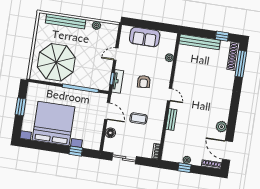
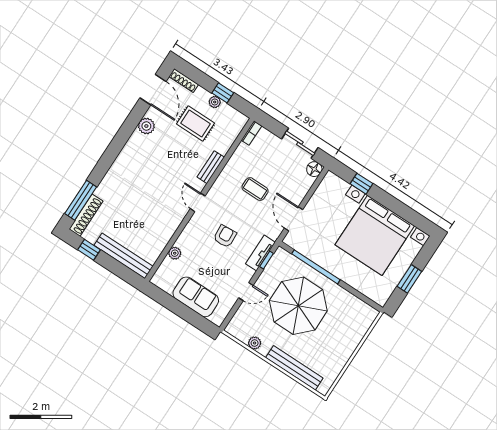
parasol: (56, 62) -> (298, 306), moved
floor lamp: (110, 133) -> (314, 169), moved
rug: (192, 142) -> (196, 123), added

